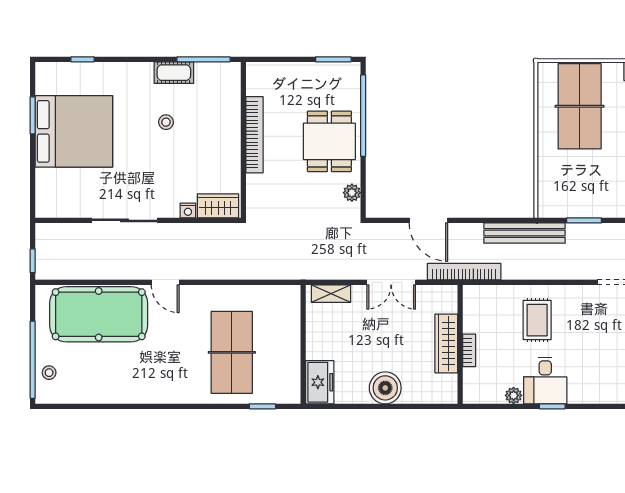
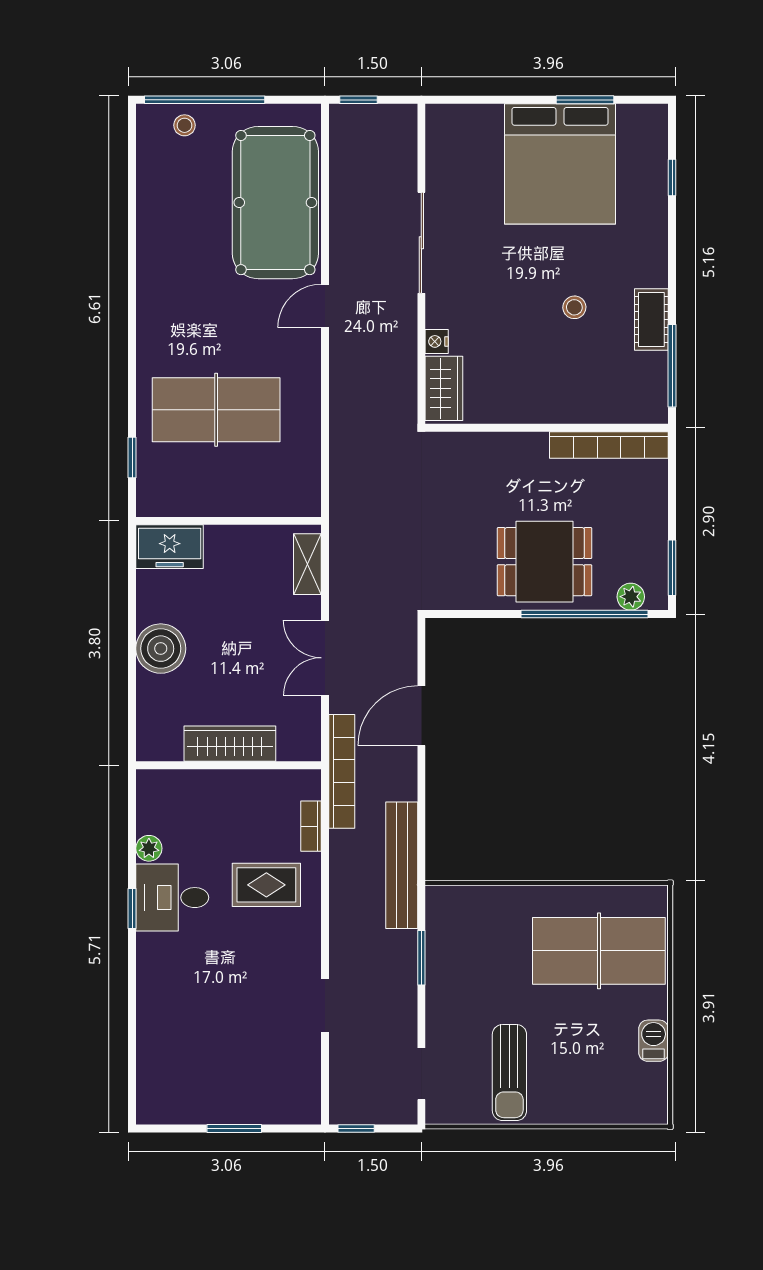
bookcase: (254, 135) -> (609, 445), moved
plant: (352, 193) -> (631, 597), moved
bookcase: (469, 350) -> (311, 826), moved, turned 90

